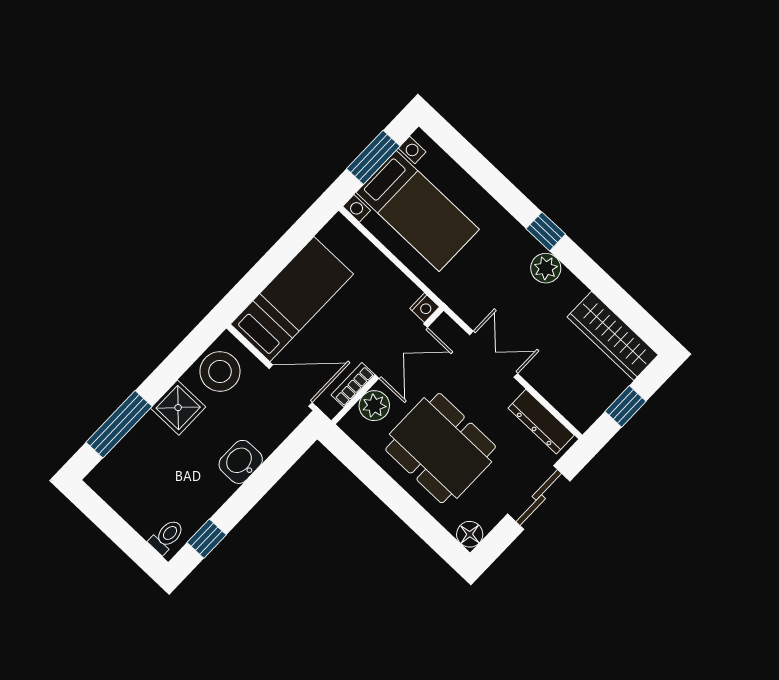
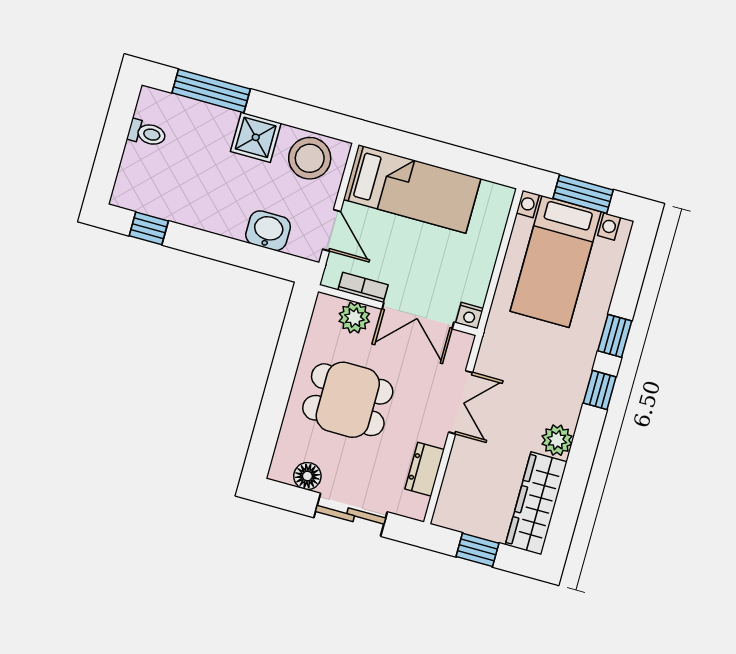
window: (507, 194) -> (615, 336), added
plant: (546, 268) -> (557, 440), moved
door: (291, 386) -> (332, 230), width x0.73
dresser: (541, 422) -> (425, 469), width x0.70
dining table: (441, 448) -> (348, 400), width x0.73
washbasin: (241, 462) -> (268, 231), moved
floor lamp: (470, 534) -> (307, 476), moved
toilet: (167, 536) -> (147, 133), moved

